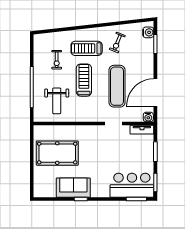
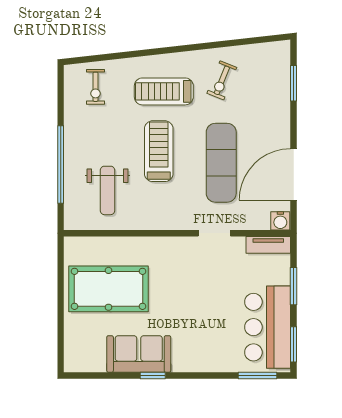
water cooler: (148, 32) -> (280, 61), removed
exercise bike: (57, 60) -> (96, 87), moved
bar counter: (132, 185) -> (268, 327), moved, turned -90

